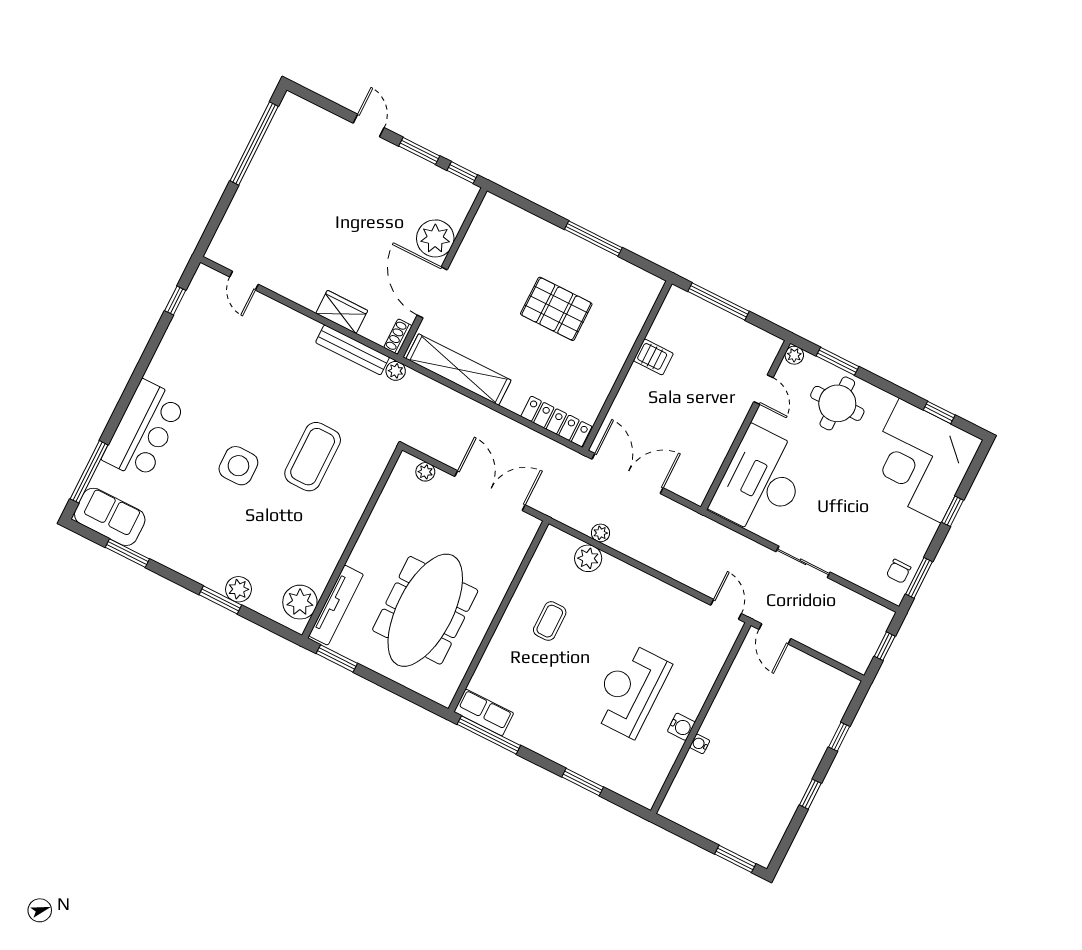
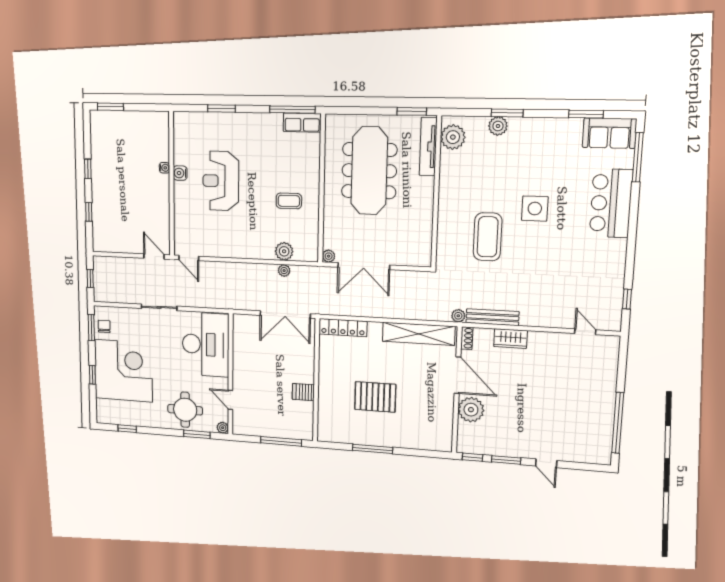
corner desk: (920, 461) -> (123, 371), moved
plant: (425, 472) -> (329, 256), moved
coffee table: (550, 621) -> (289, 201), turned 90
reception desk: (630, 690) -> (221, 181), turned 180

